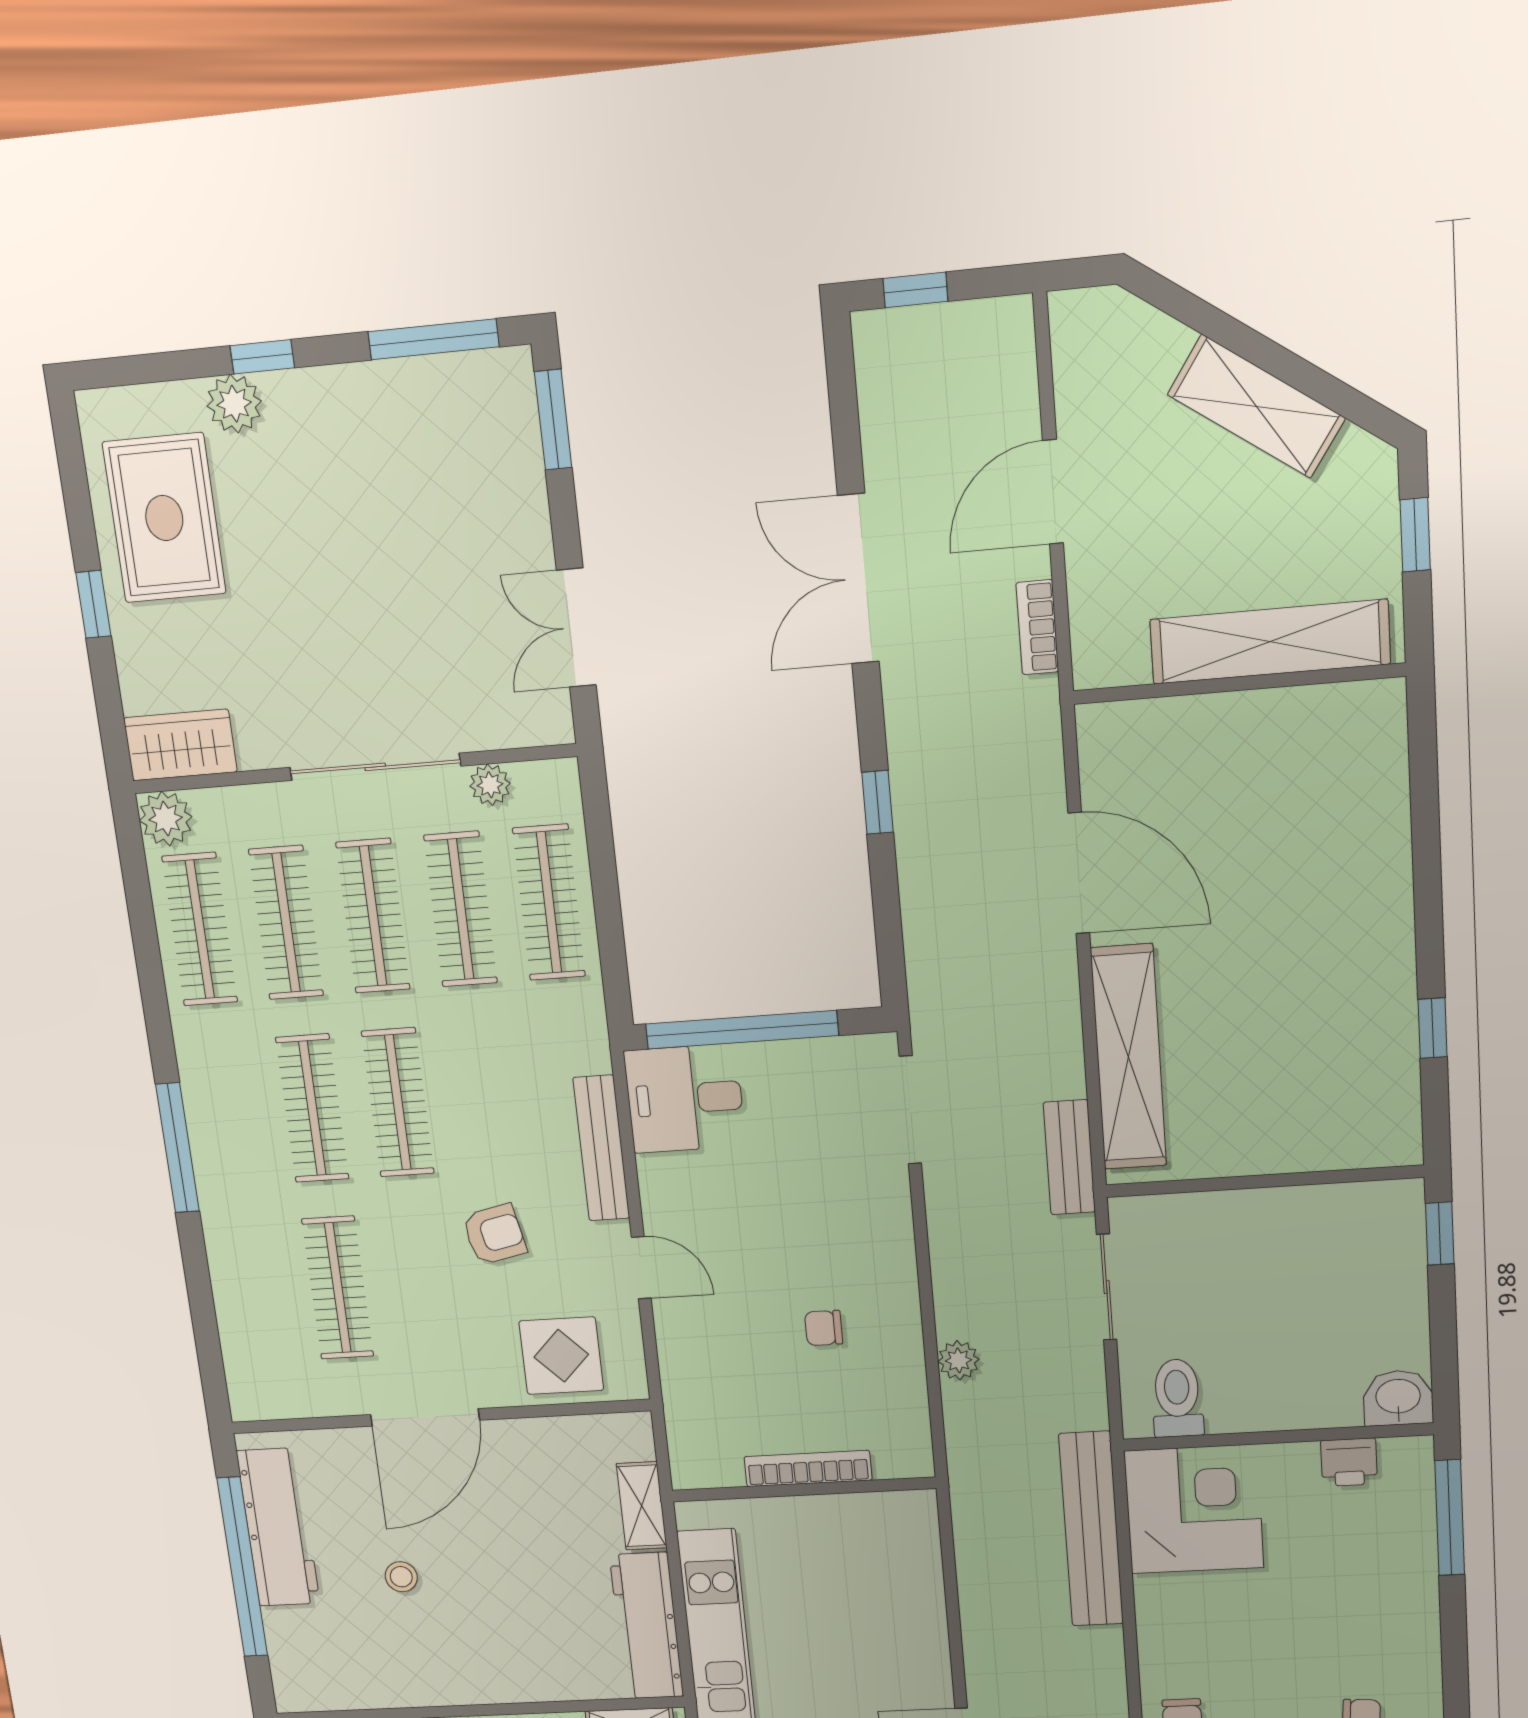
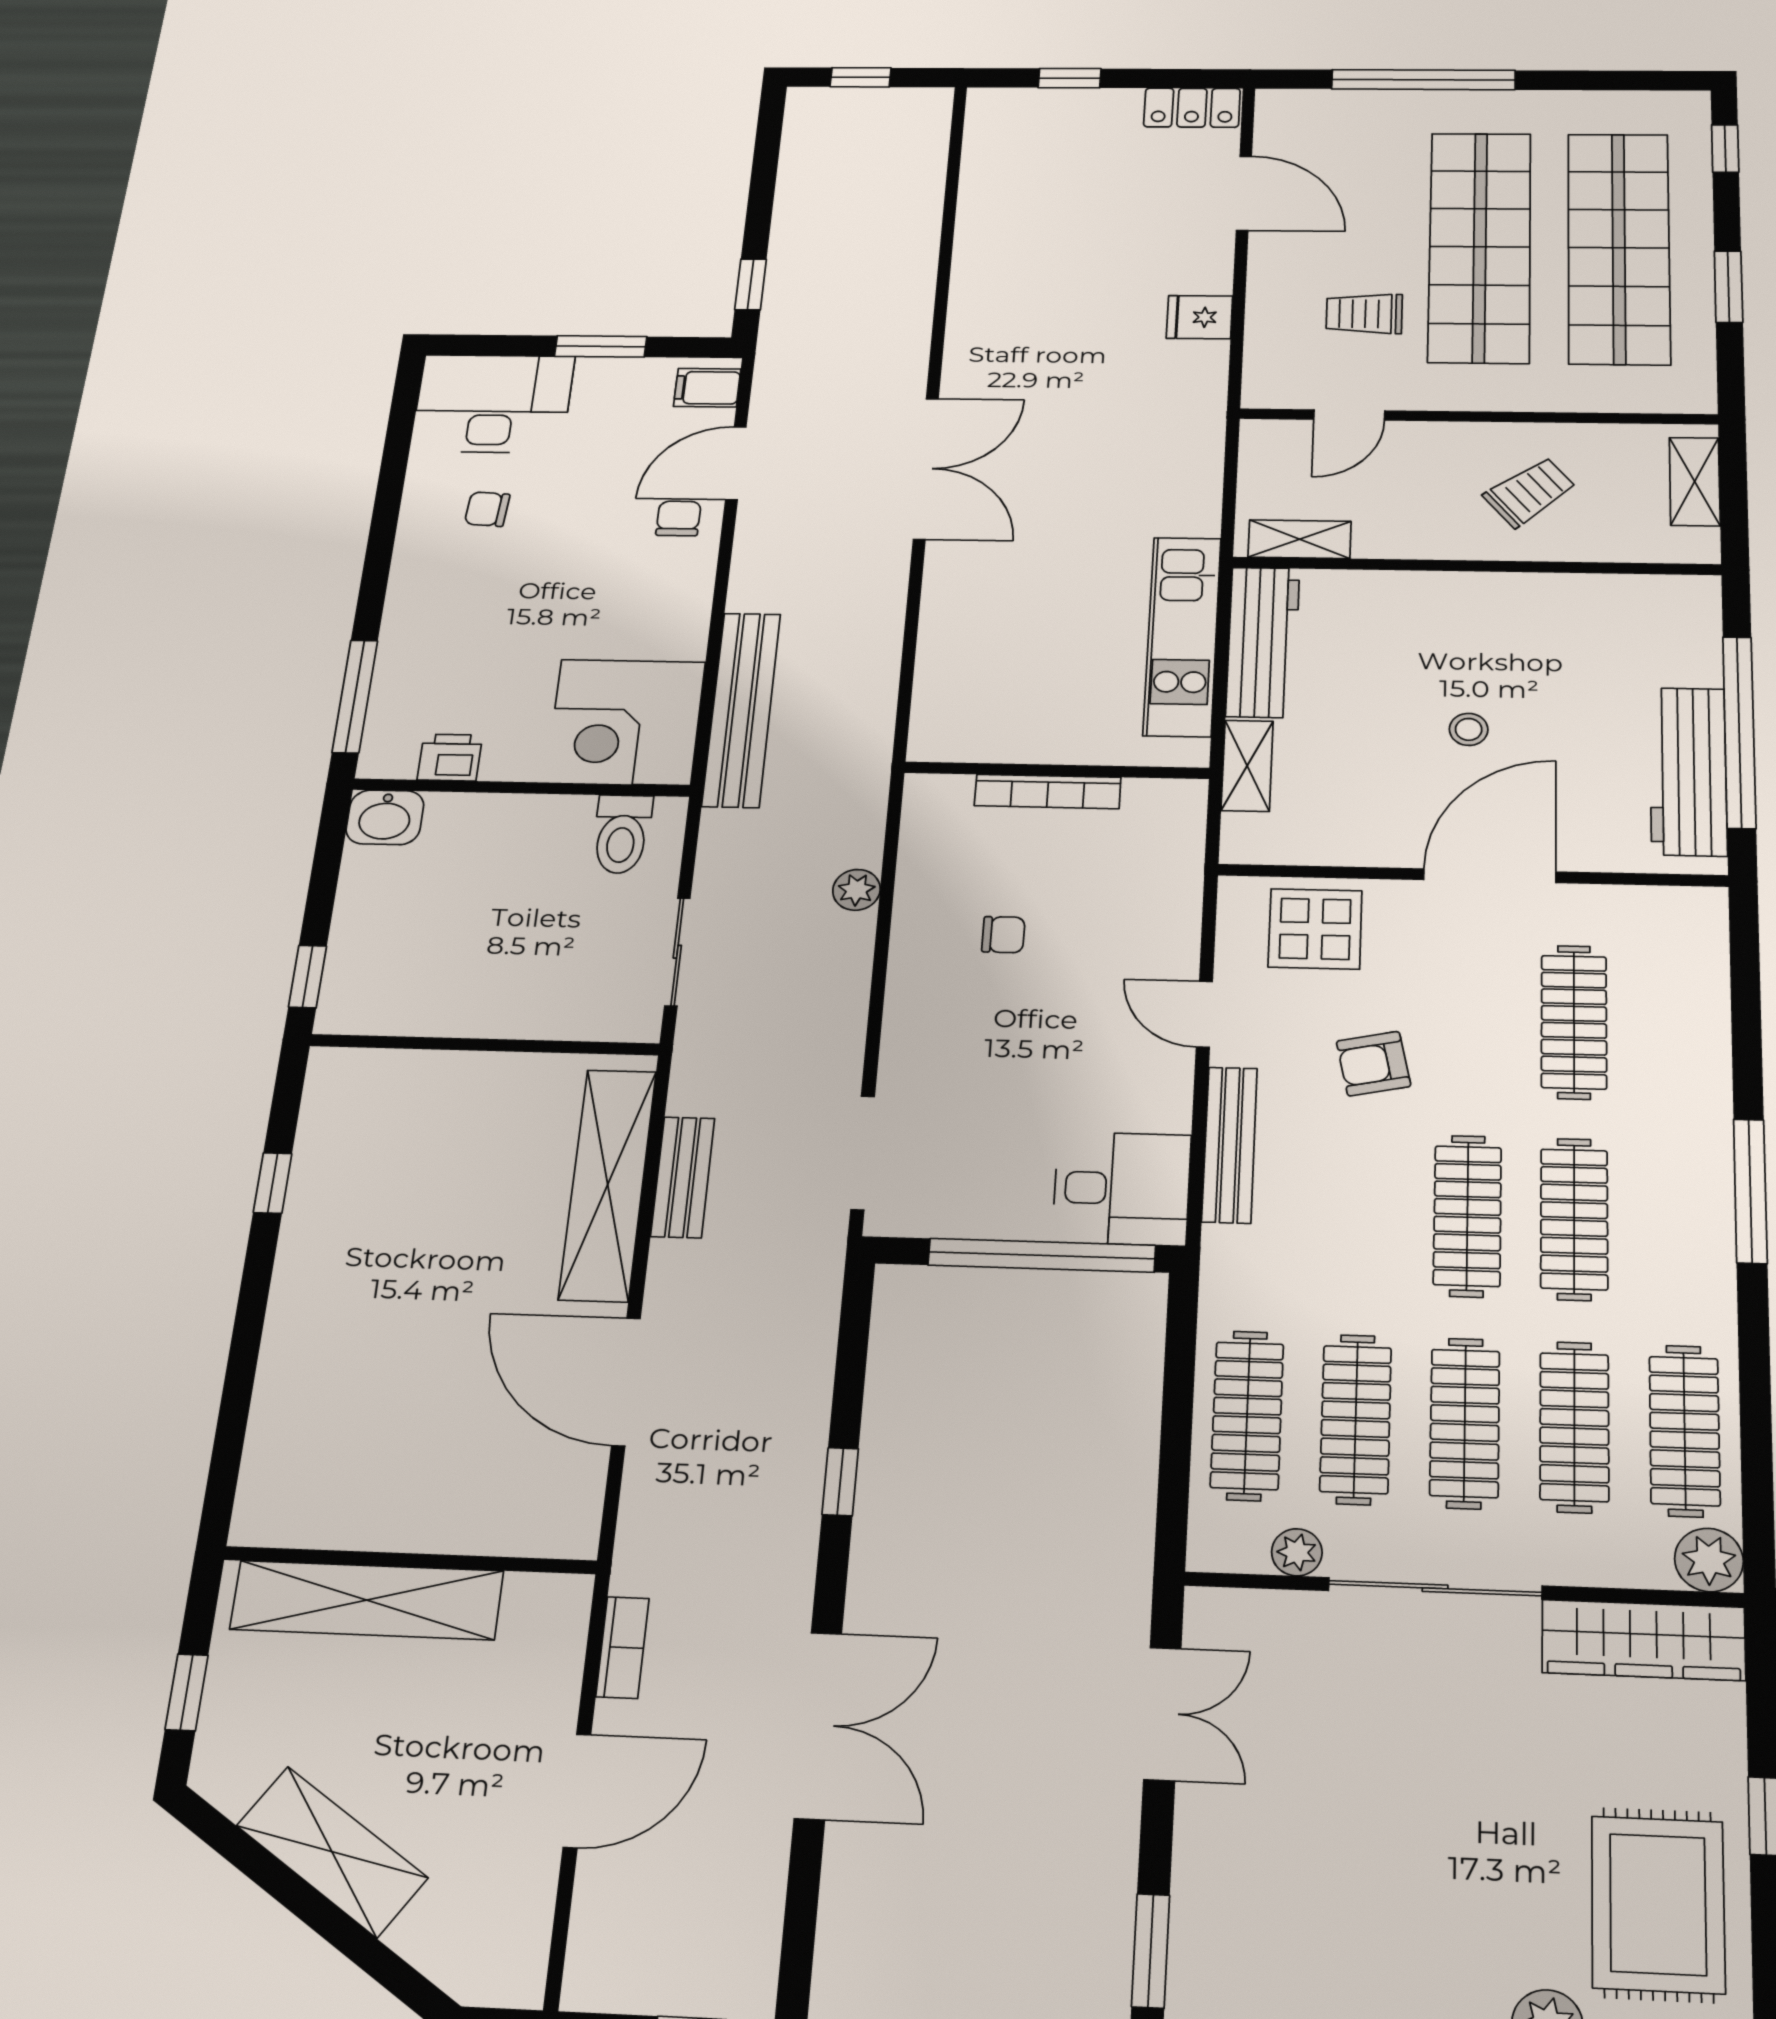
wardrobe: (180, 745) -> (1643, 1640), width x1.50
bench: (1069, 1157) -> (683, 1177), moved
stool: (401, 1577) -> (1469, 729), moved

